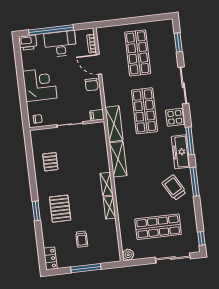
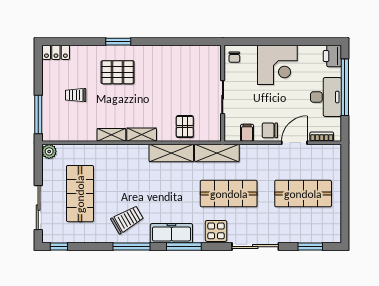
filing cabinet: (97, 115) -> (247, 133), moved
pallet: (50, 162) -> (185, 127), moved, turned 90
window: (86, 268) -> (38, 114), moved

